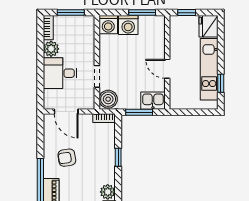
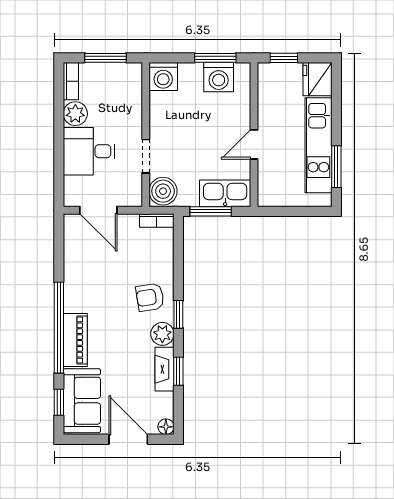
washing machine: (128, 25) -> (219, 77), moved
door: (167, 69) -> (254, 144), hinge flipped
window: (221, 83) -> (336, 167), width x1.50
kitchen sink: (153, 101) -> (225, 193), width x1.38
window: (118, 157) -> (178, 314), moved
armchair: (67, 158) -> (150, 297), moved

